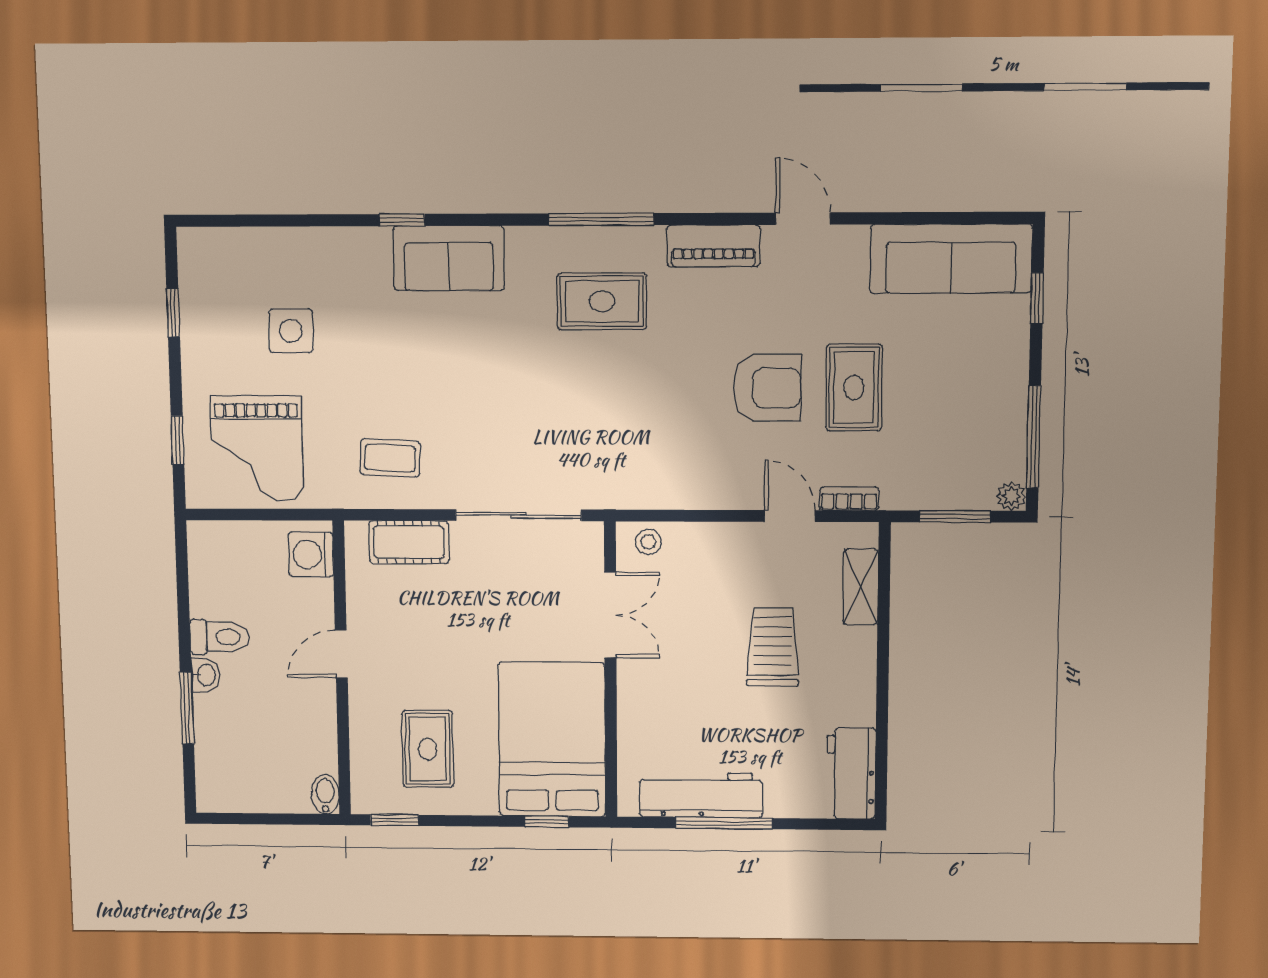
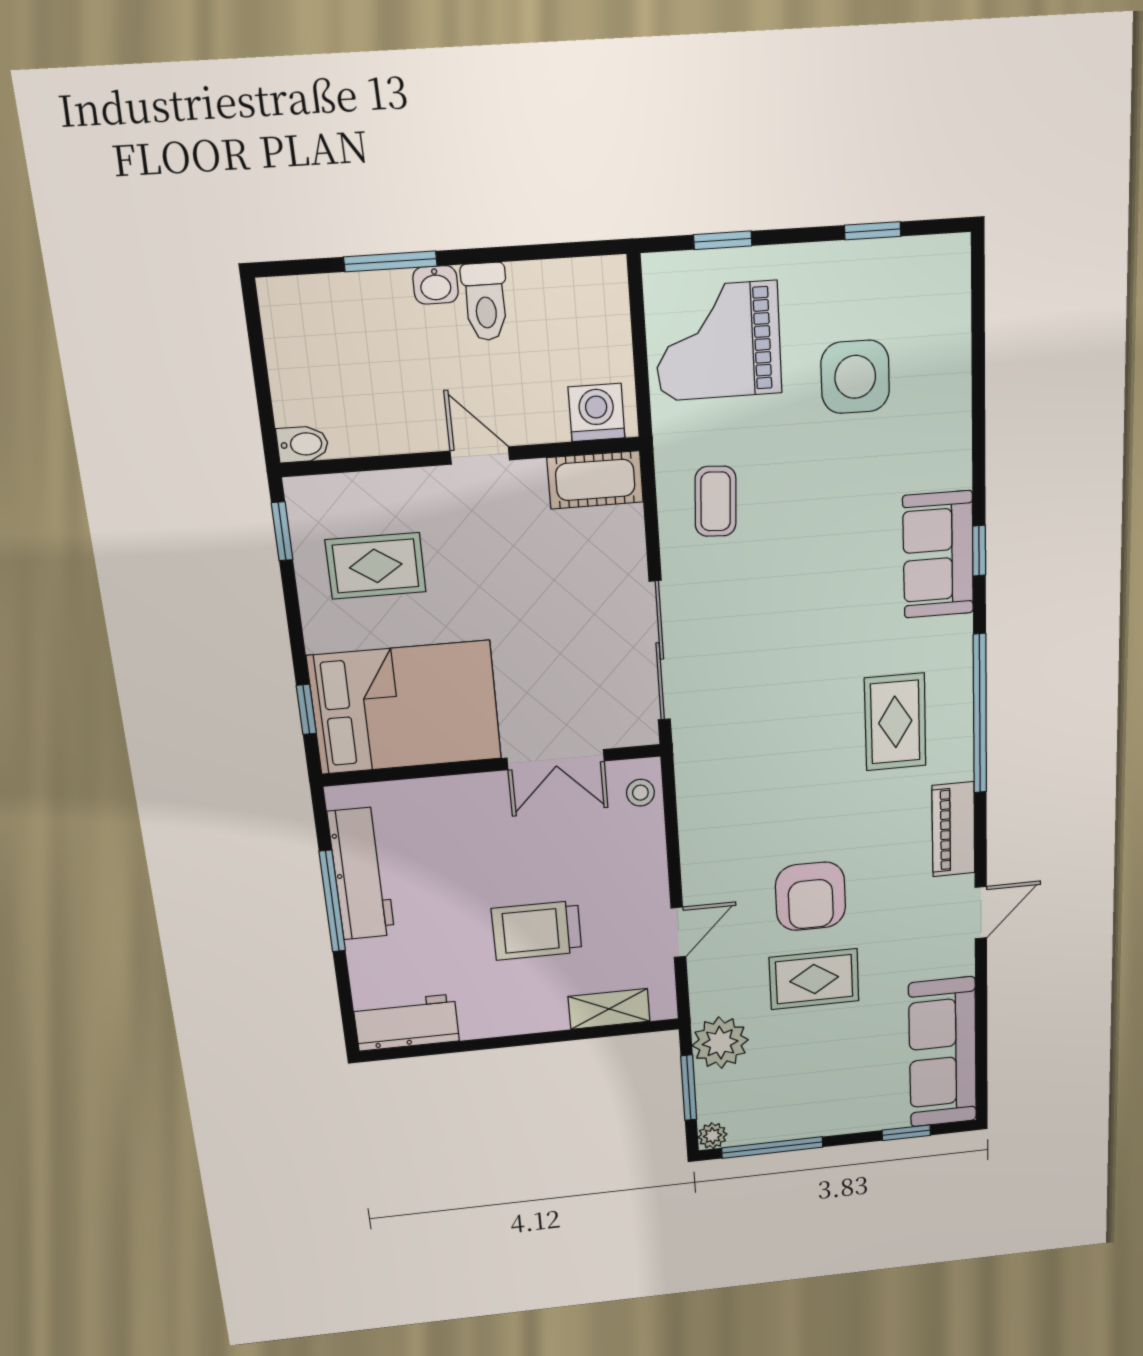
window: (601, 219) -> (980, 714), width x1.46
window: (402, 220) -> (979, 551), moved
side table: (291, 331) -> (855, 377), width x1.37, depth x1.37
plant: (910, 483) -> (720, 1043), added
bookcase: (849, 499) -> (700, 987), removed
cot: (409, 542) -> (595, 480), moved, turned 90
trolley: (773, 647) -> (537, 930), turned 180

